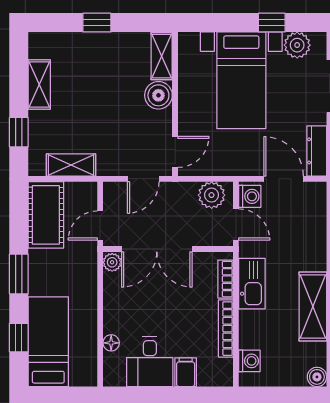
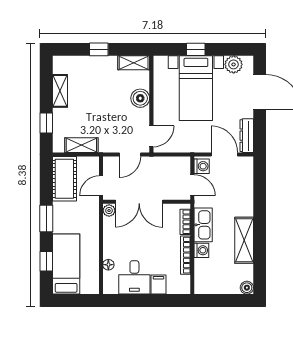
window: (272, 23) -> (196, 49), moved
shelving: (162, 56) -> (134, 63), moved, turned 90
plant: (212, 195) -> (176, 165), removed
washing machine: (249, 361) -> (201, 250), moved

